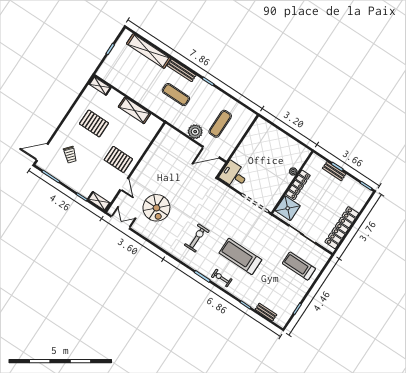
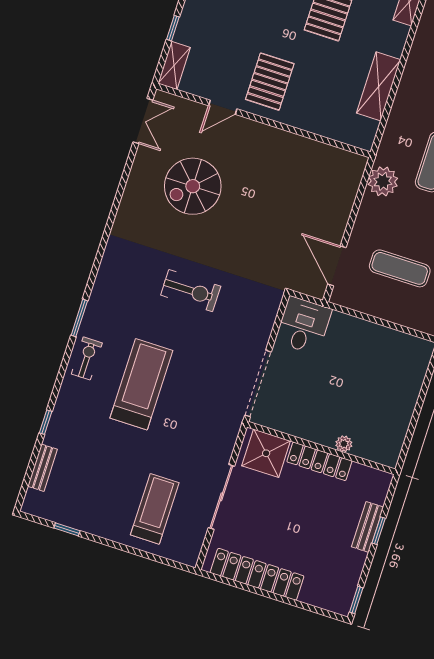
plant: (195, 132) -> (383, 181), moved
exercise bike: (197, 238) -> (191, 291), moved

